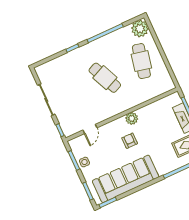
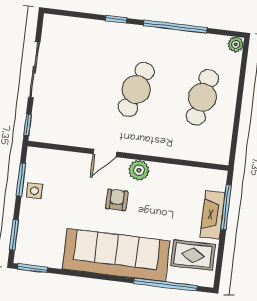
plant: (140, 29) -> (236, 44), width x0.53, depth x0.53
cafe table: (105, 78) -> (136, 89), turned 42
door: (90, 129) -> (105, 153), moved
sofa: (126, 179) -> (116, 255), moved

